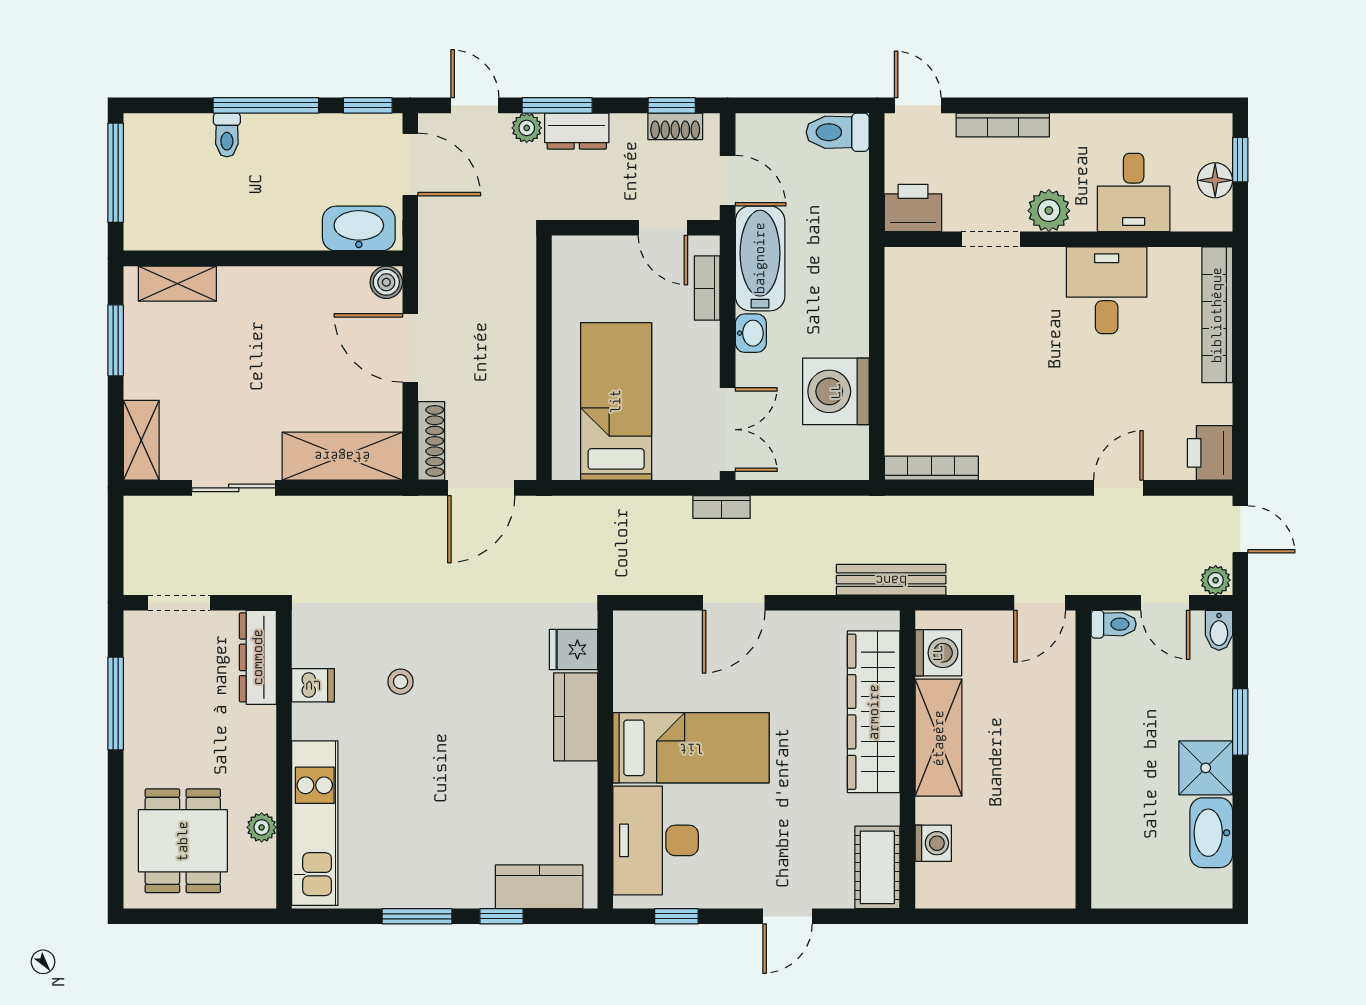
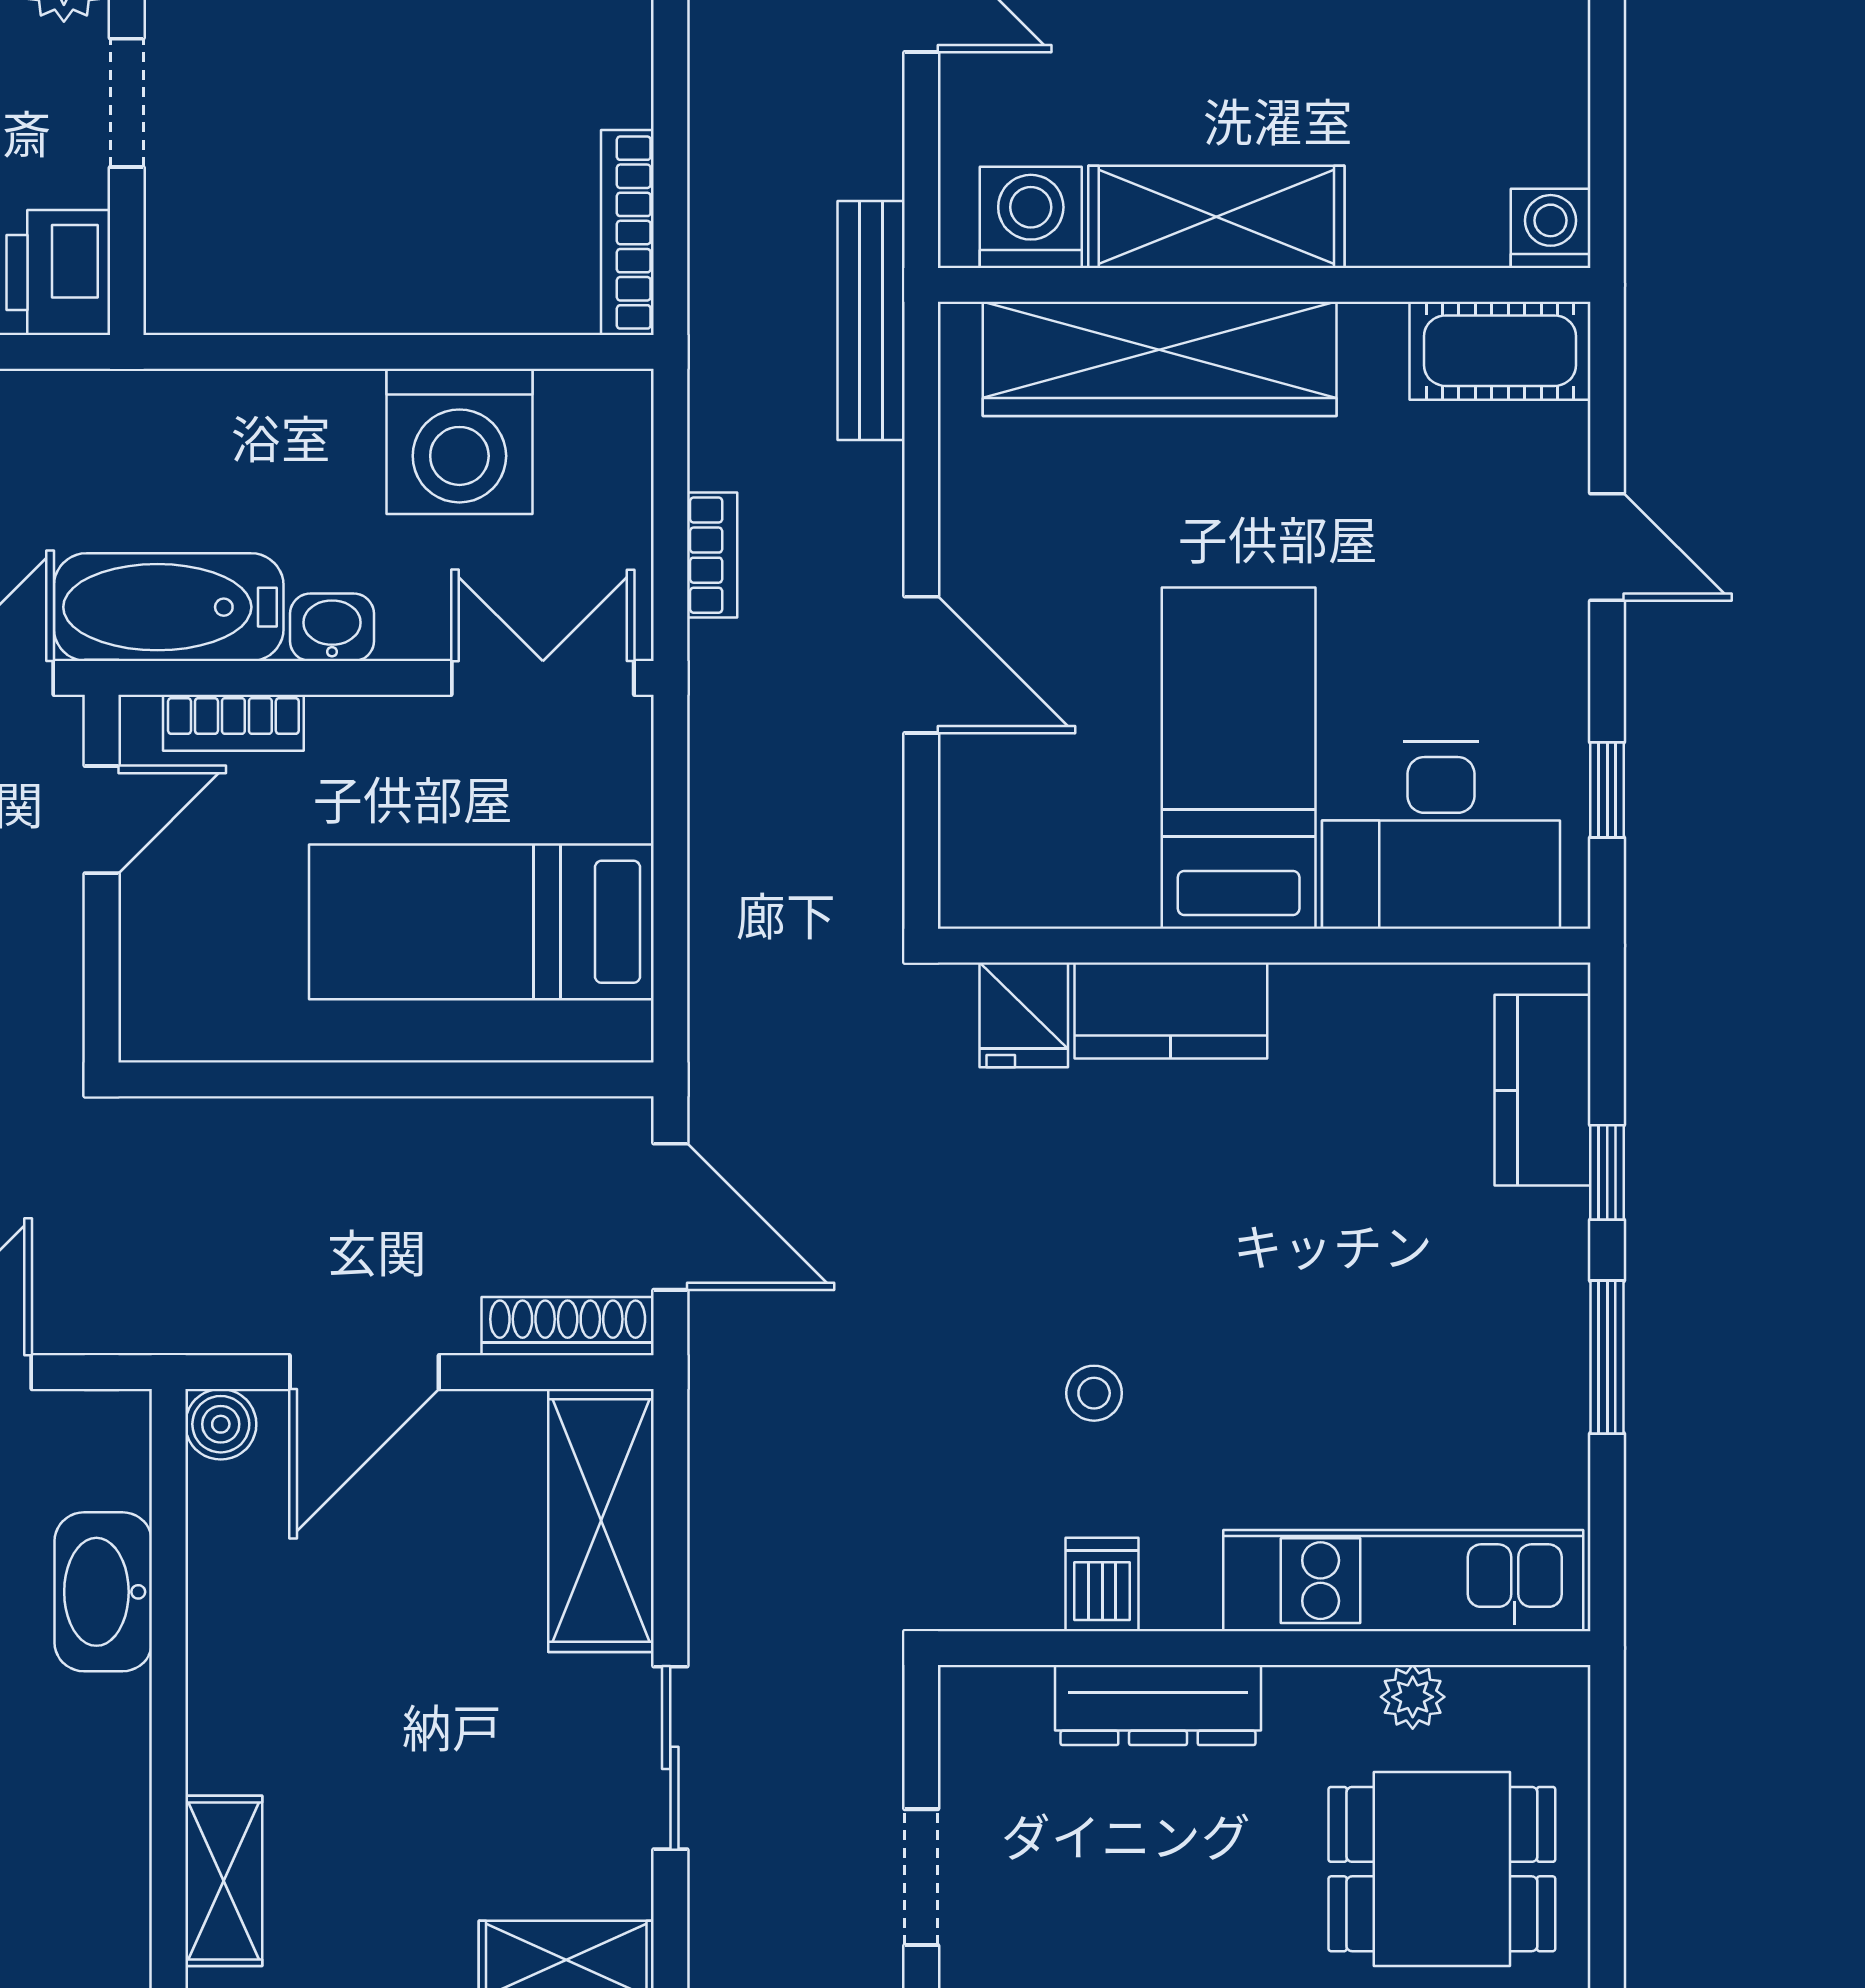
washbasin: (359, 228) -> (103, 1592), moved
bookcase: (722, 507) -> (712, 555), moved
dresser: (258, 657) -> (1158, 1705), moved
washing machine: (933, 843) -> (1551, 228), moved

